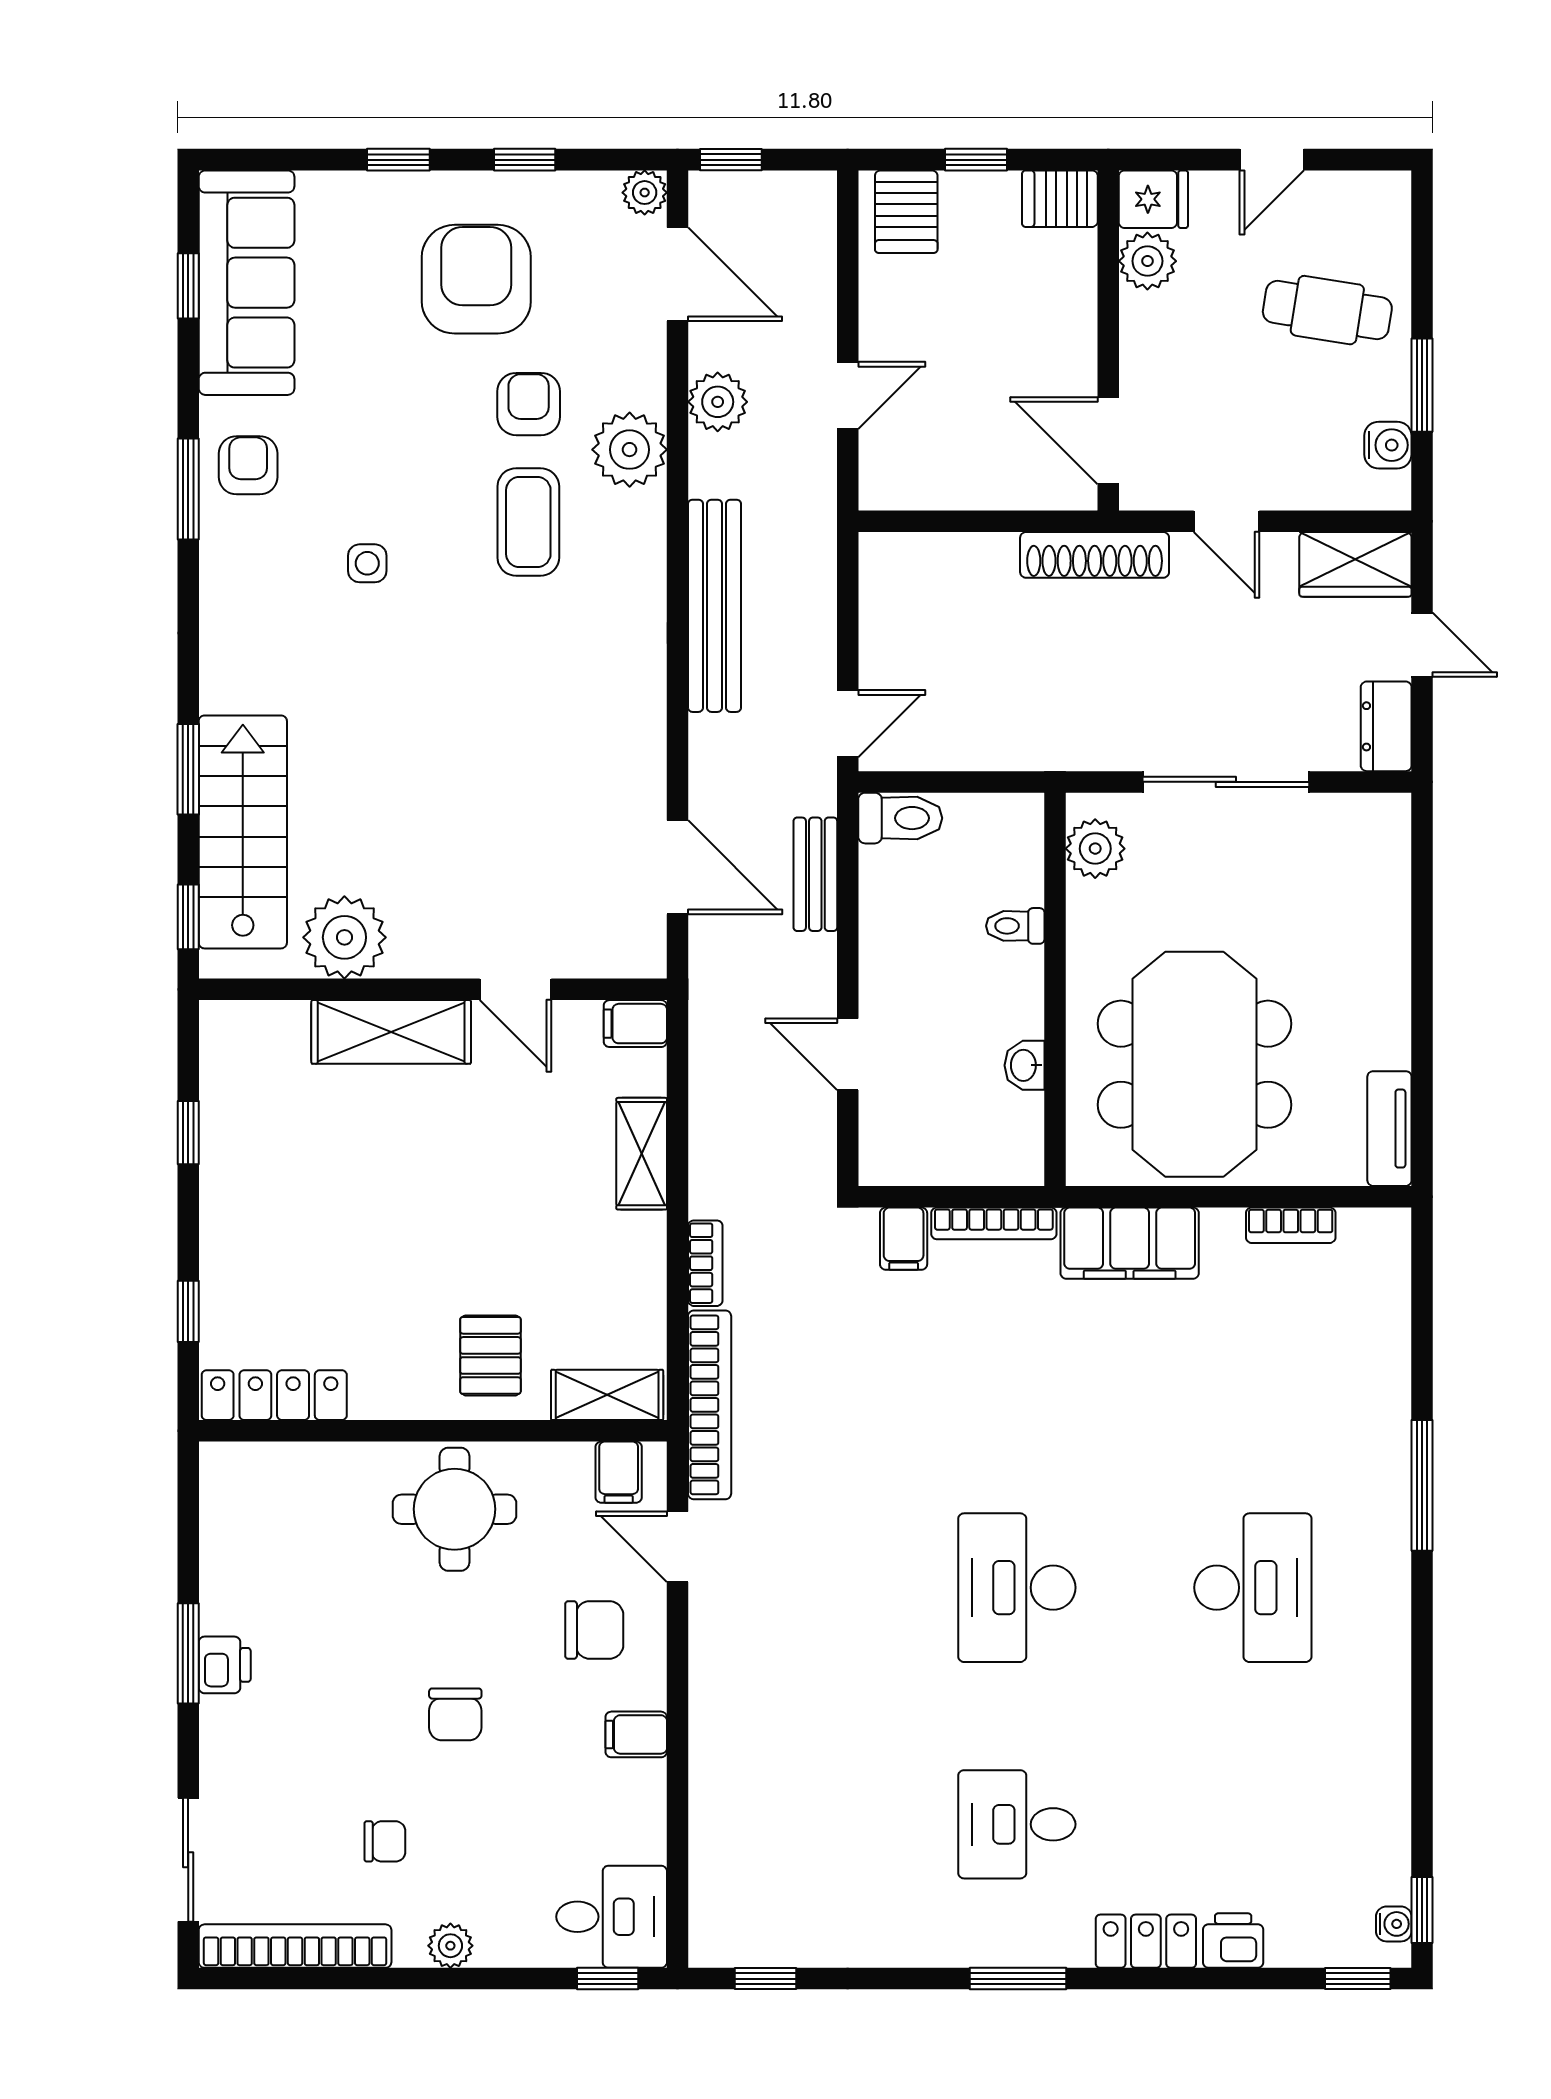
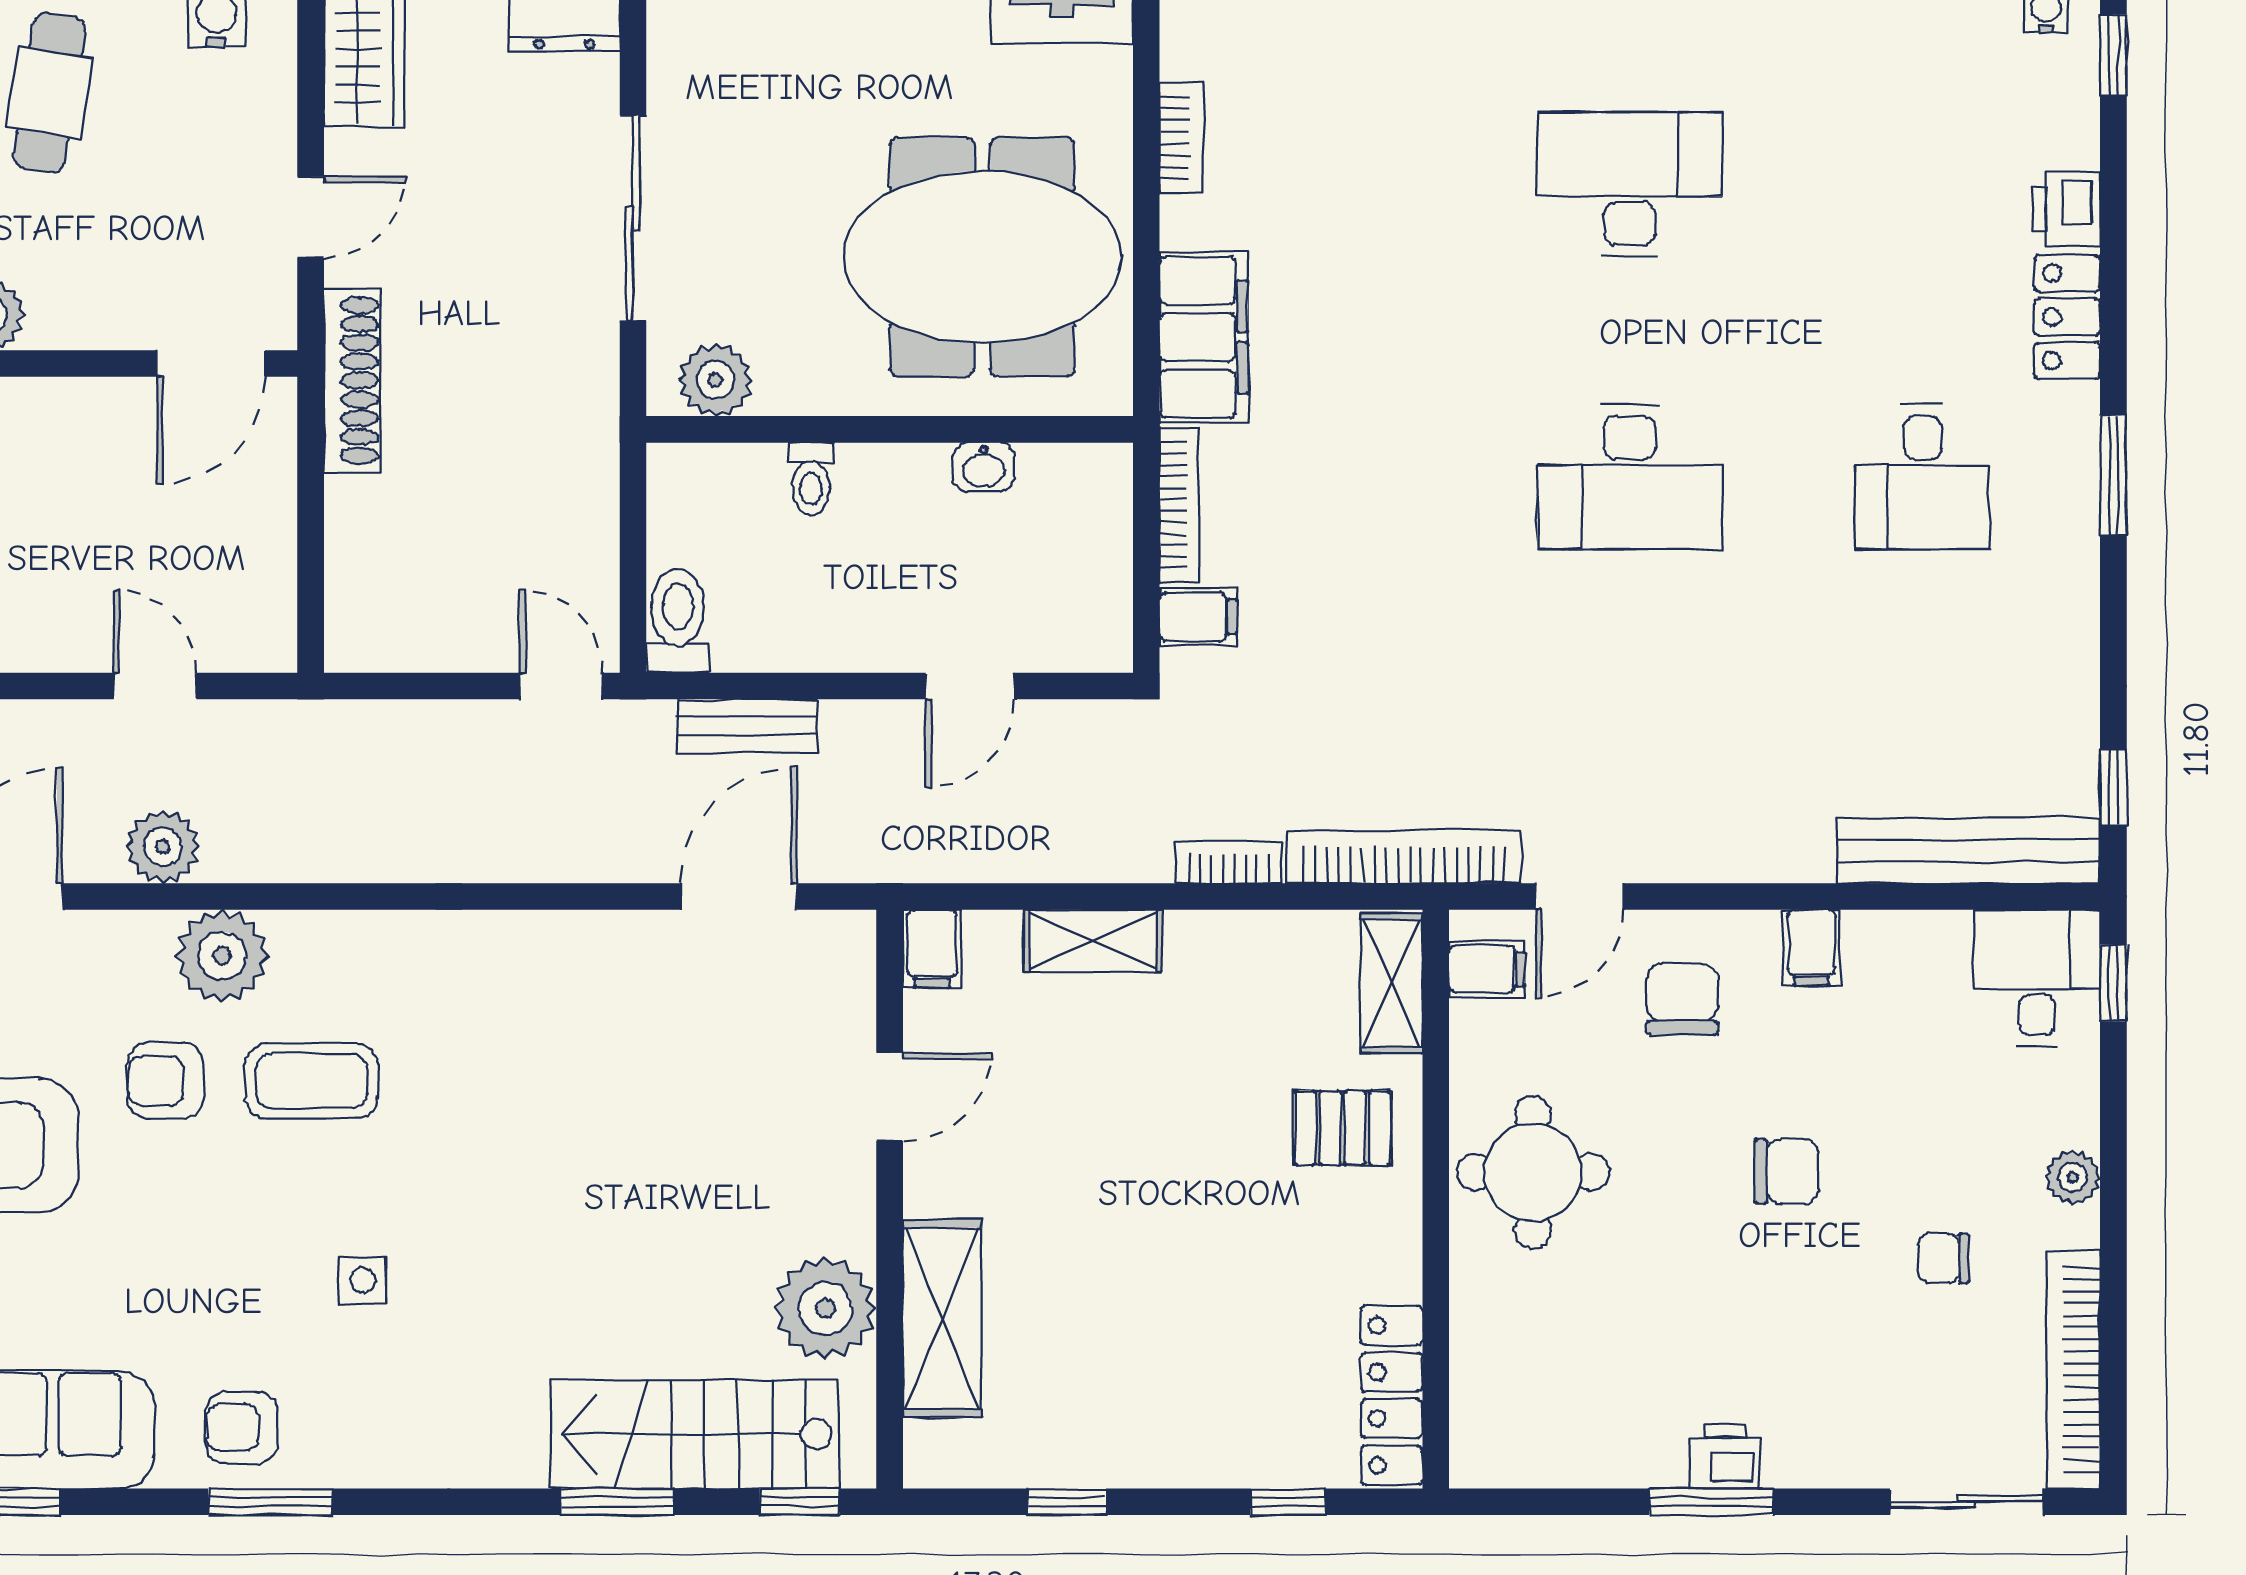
bench: (715, 606) -> (1969, 851), moved
shelving: (391, 1032) -> (942, 1318), moved
chair: (385, 1841) -> (1944, 1258), turned -90

